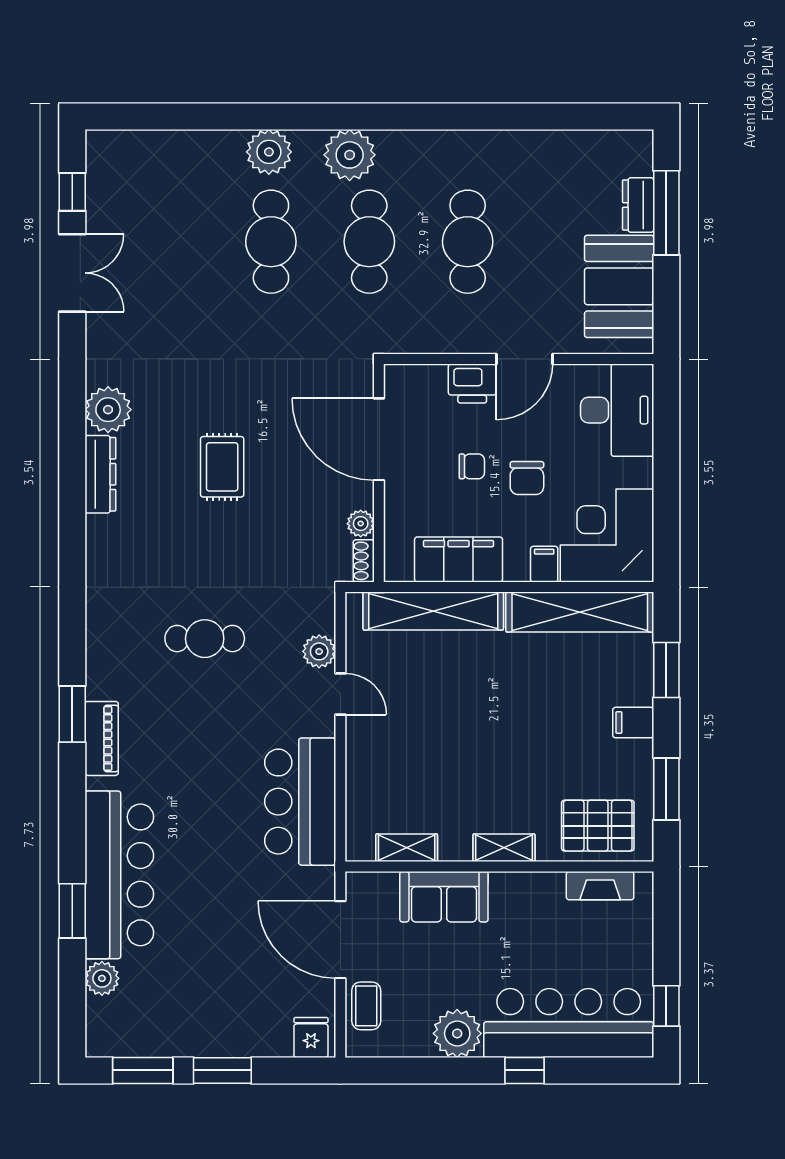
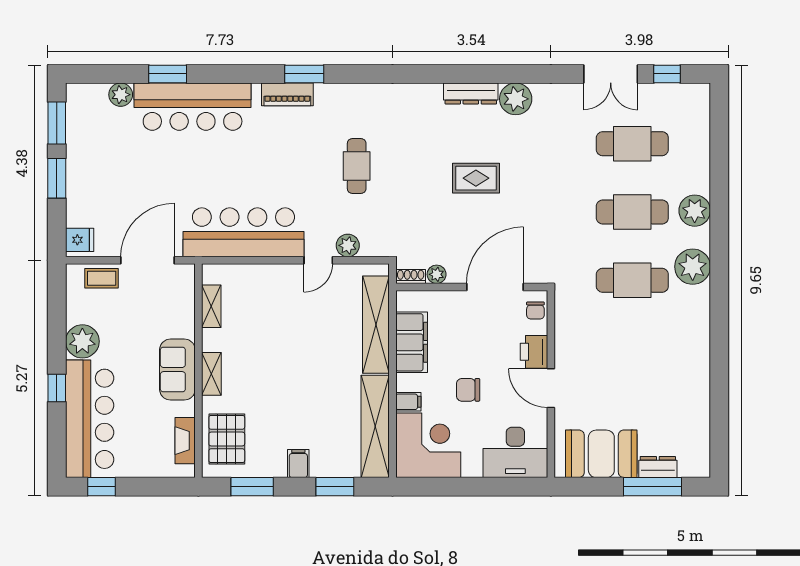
cafe table: (468, 242) -> (632, 144), moved
chair: (472, 466) -> (535, 310), moved
bar counter: (300, 802) -> (243, 232), width x1.36
sofa: (444, 897) -> (177, 370), moved

